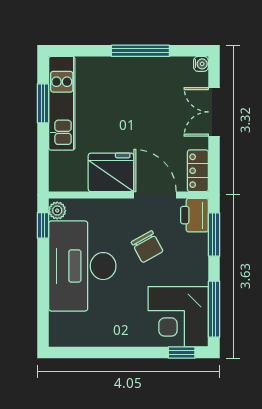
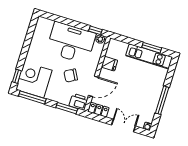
fridge: (111, 172) -> (109, 64), width x0.53, depth x0.75

